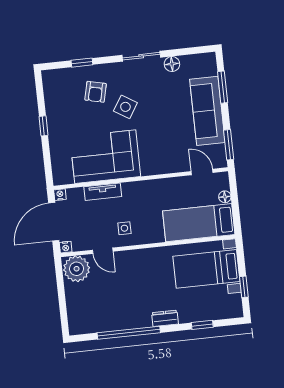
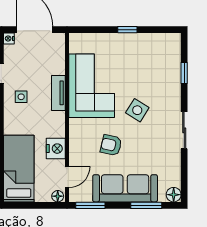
floor lamp: (172, 64) -> (174, 195), moved
armchair: (96, 92) -> (111, 145), moved
tv unit: (103, 192) -> (58, 93), moved
nightstand: (60, 195) -> (56, 149), moved, width x1.89, depth x1.79
floor lamp: (225, 197) -> (58, 196), moved

